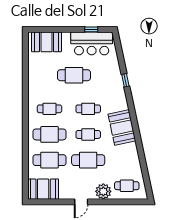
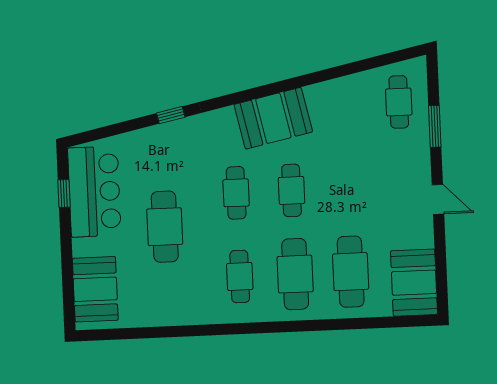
cafe table: (88, 160) -> (347, 188), removed
plant: (103, 191) -> (413, 152), removed
window: (115, 202) -> (435, 126), added

